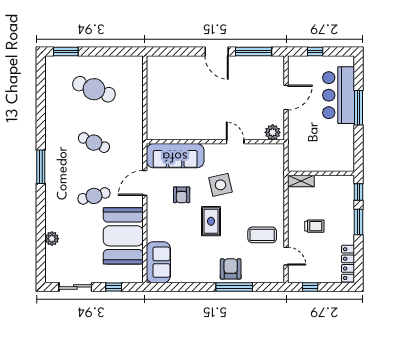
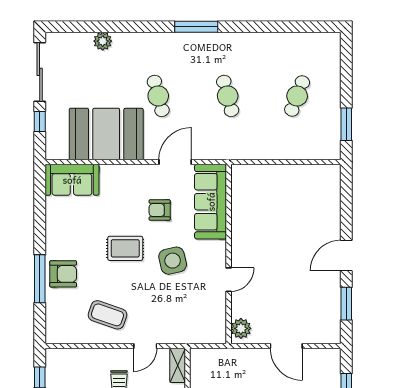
window: (66, 51) -> (346, 124), moved
window: (254, 51) -> (346, 304), width x0.69
cafe table: (94, 89) -> (297, 96), width x0.73, depth x0.74
cafe table: (94, 143) -> (228, 96), turned -39
door: (145, 183) -> (175, 162), hinge flipped
coffee table: (262, 235) -> (107, 315), turned -71
door: (286, 256) -> (145, 346), moved
sliding door: (75, 287) -> (40, 72), width x1.37

